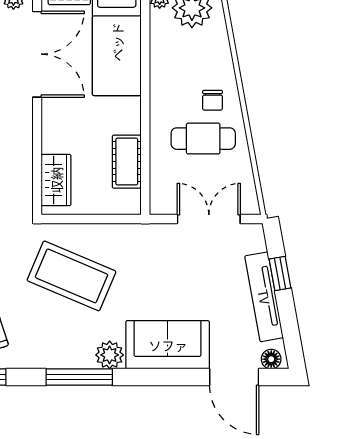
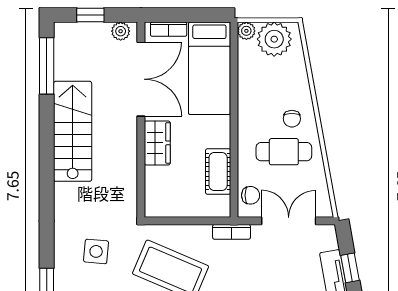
wardrobe: (56, 180) -> (157, 143), moved
chair: (164, 189) -> (251, 195), added
bookcase: (142, 232) -> (232, 232), added

